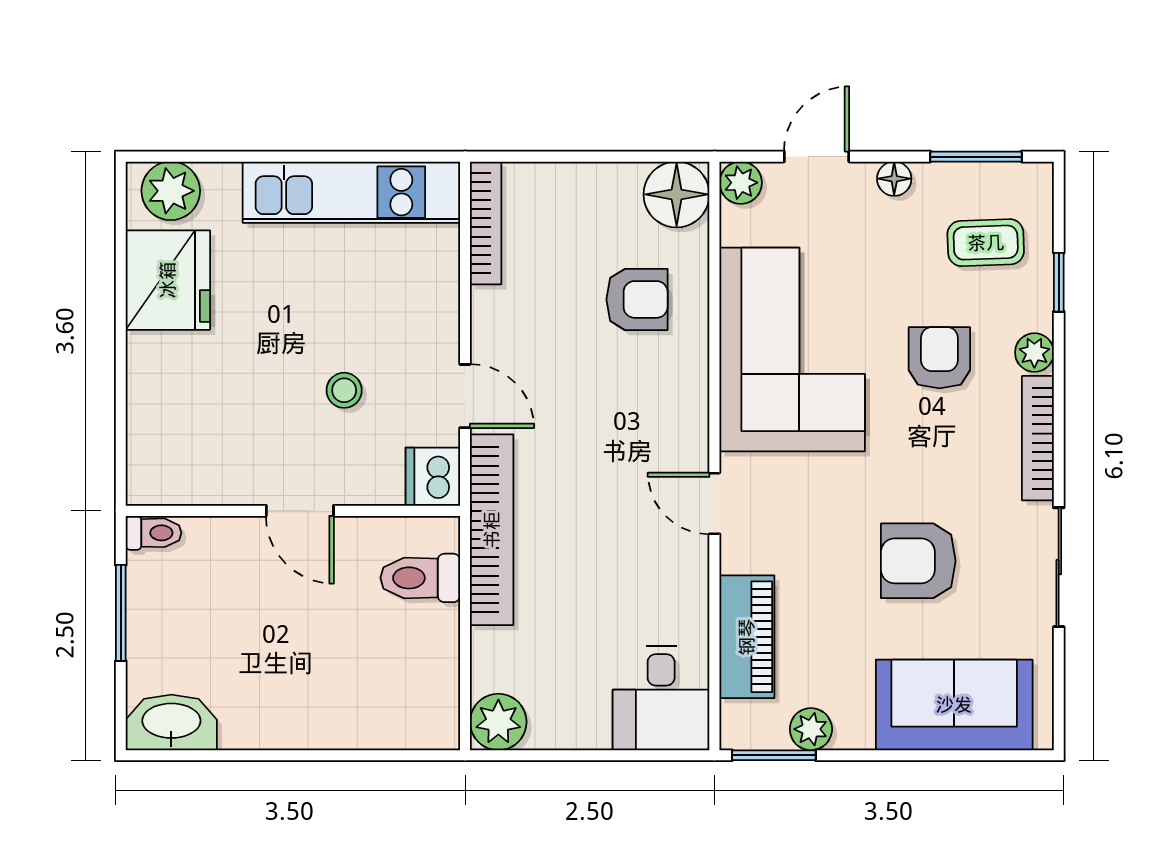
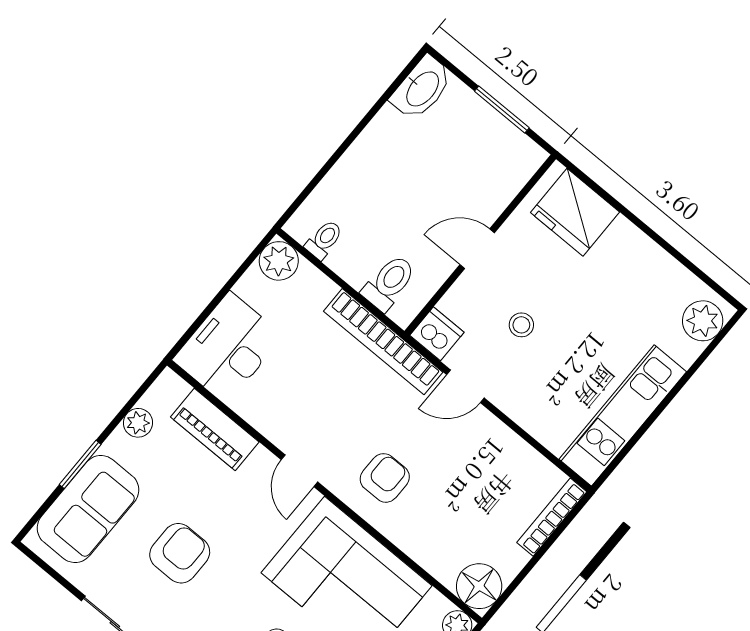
bookcase: (486, 223) -> (552, 517), moved, turned 90
fridge: (168, 280) -> (575, 212), moved
armchair: (637, 299) -> (385, 478), moved, turned 180
door: (714, 503) -> (299, 471), swing flipped
toilet: (154, 533) -> (324, 240), moved, turned 180
desk: (661, 698) -> (228, 348), width x1.37
window: (774, 755) -> (80, 464), moved

